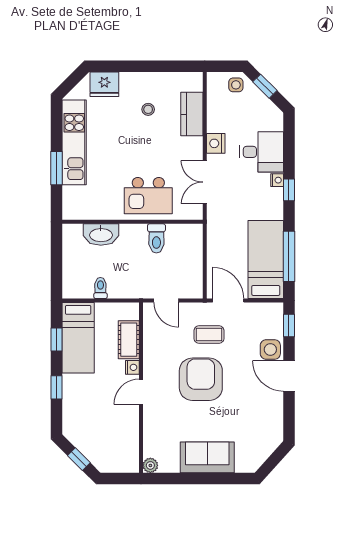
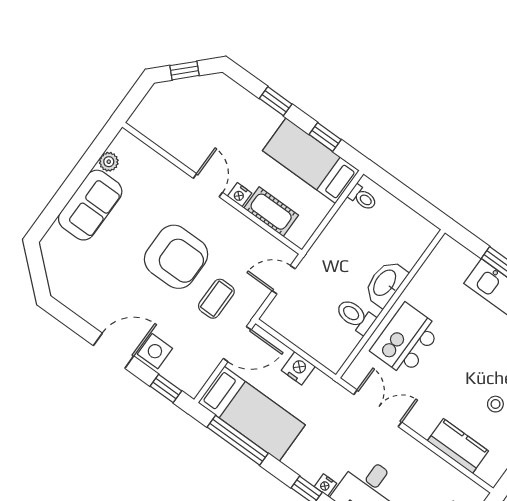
nightstand: (216, 143) -> (298, 368), moved
washbasin: (101, 234) -> (385, 283), moved
toilet: (100, 288) -> (363, 198), moved
plant: (150, 465) -> (109, 162), moved

